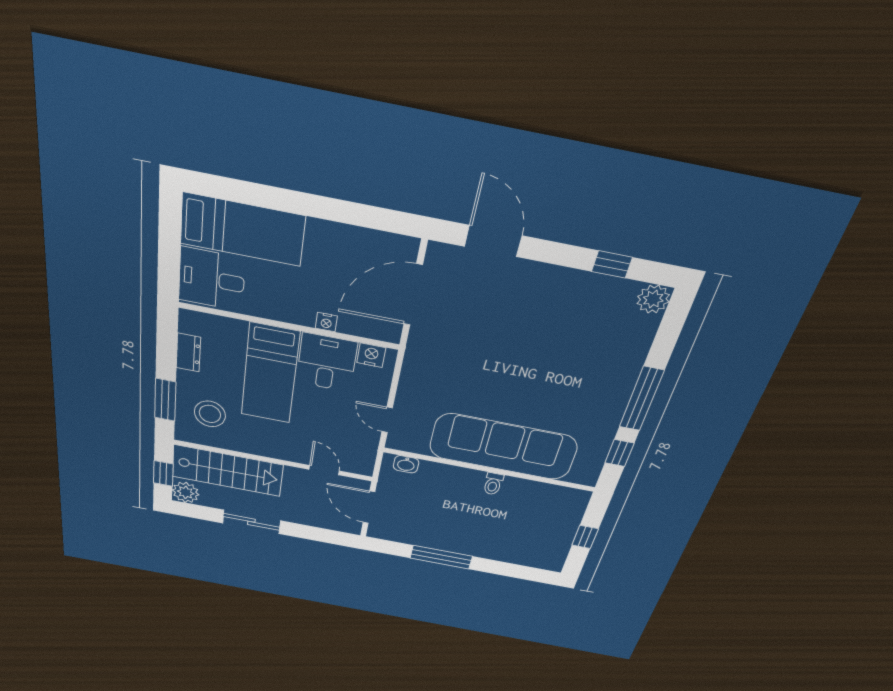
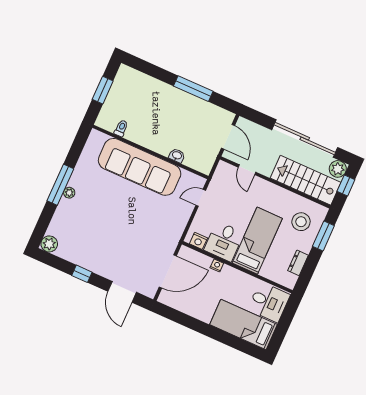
window: (612, 264) -> (82, 274), moved
plant: (623, 389) -> (69, 193), added
door: (387, 420) -> (201, 198), swing flipped
window: (619, 453) -> (76, 150), removed
washbasin: (406, 464) -> (177, 156), moved
toilet: (493, 484) -> (121, 128), moved
sliding door: (251, 522) -> (305, 139), width x1.86
window: (585, 537) -> (103, 90), width x1.50

